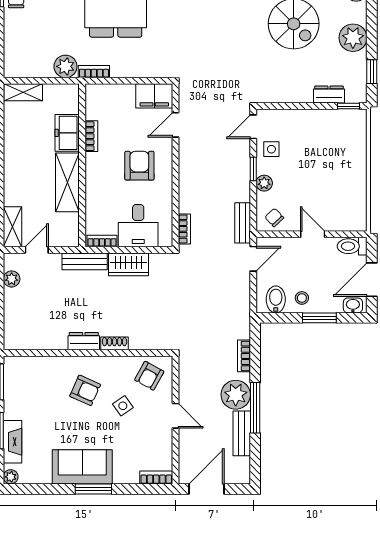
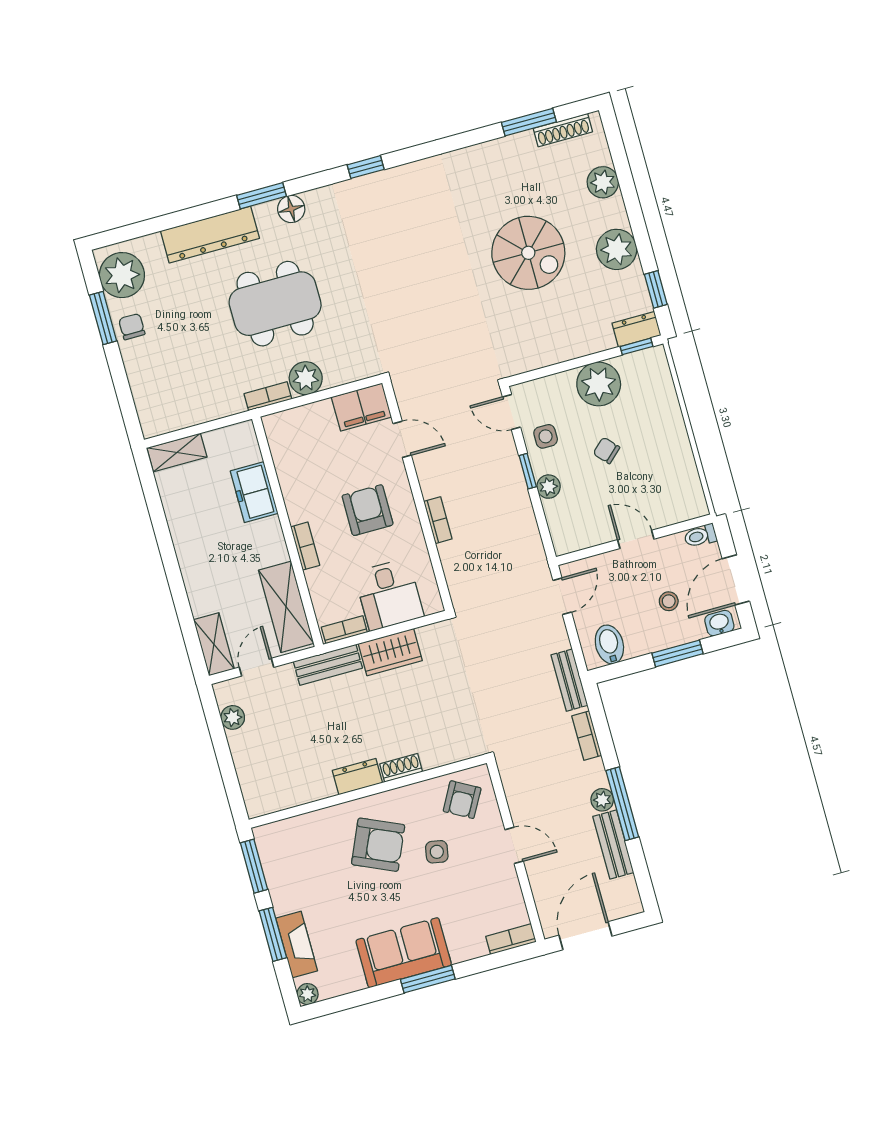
plant: (65, 66) -> (306, 378), moved
dresser: (329, 95) -> (636, 329), moved
plant: (316, 124) -> (599, 384), added
door: (175, 125) -> (402, 439), swing flipped
door: (253, 127) -> (511, 412), hinge flipped
bookcase: (91, 136) -> (305, 546), moved
shelving: (67, 182) -> (286, 607), moved
chair: (274, 217) -> (606, 450), moved
bench: (243, 223) -> (569, 680), moved
bookcase: (184, 229) -> (438, 520), moved
toilet: (352, 246) -> (700, 536), width x0.73, depth x0.72
stool: (302, 298) -> (669, 601), moved
armchair: (85, 390) -> (378, 845), width x1.38, depth x1.38
plant: (236, 395) -> (602, 800), width x0.53, depth x0.53
side table: (123, 406) -> (437, 852), turned 45

